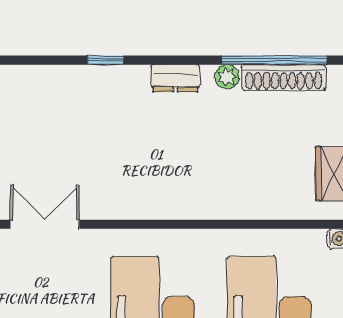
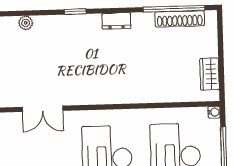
plant: (227, 77) -> (26, 23), moved
double door: (45, 224) -> (43, 109), swing flipped

